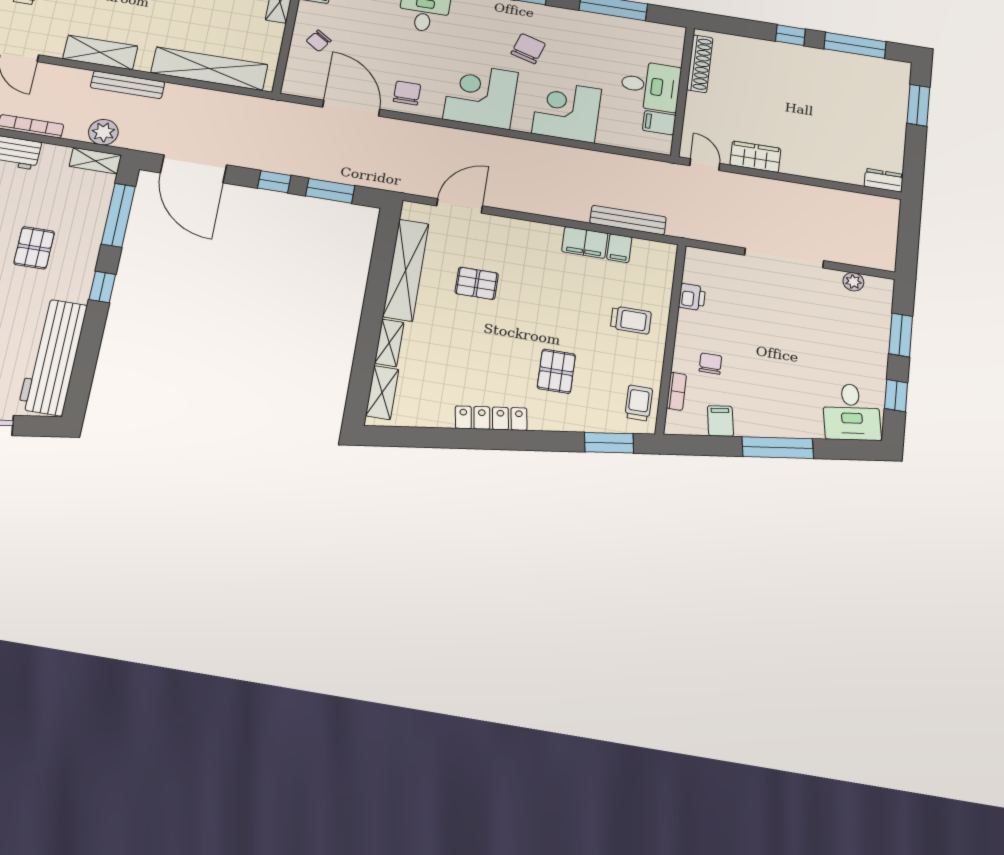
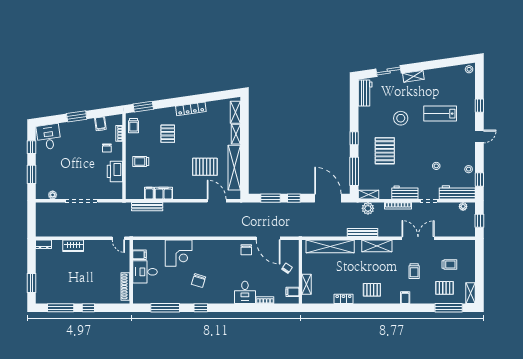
corner desk: (481, 96) -> (215, 254), removed
wardrobe: (755, 157) -> (73, 246), moved
door: (460, 206) -> (217, 201), swing flipped
pallet: (34, 248) -> (385, 151), width x1.50, depth x1.42
pallet: (477, 283) -> (205, 167), width x1.50, depth x1.42
printer: (692, 297) -> (115, 171), width x1.87, depth x1.48
workbench: (53, 357) -> (365, 93), width x0.53, depth x0.76
window: (778, 448) -> (77, 116), width x0.69

